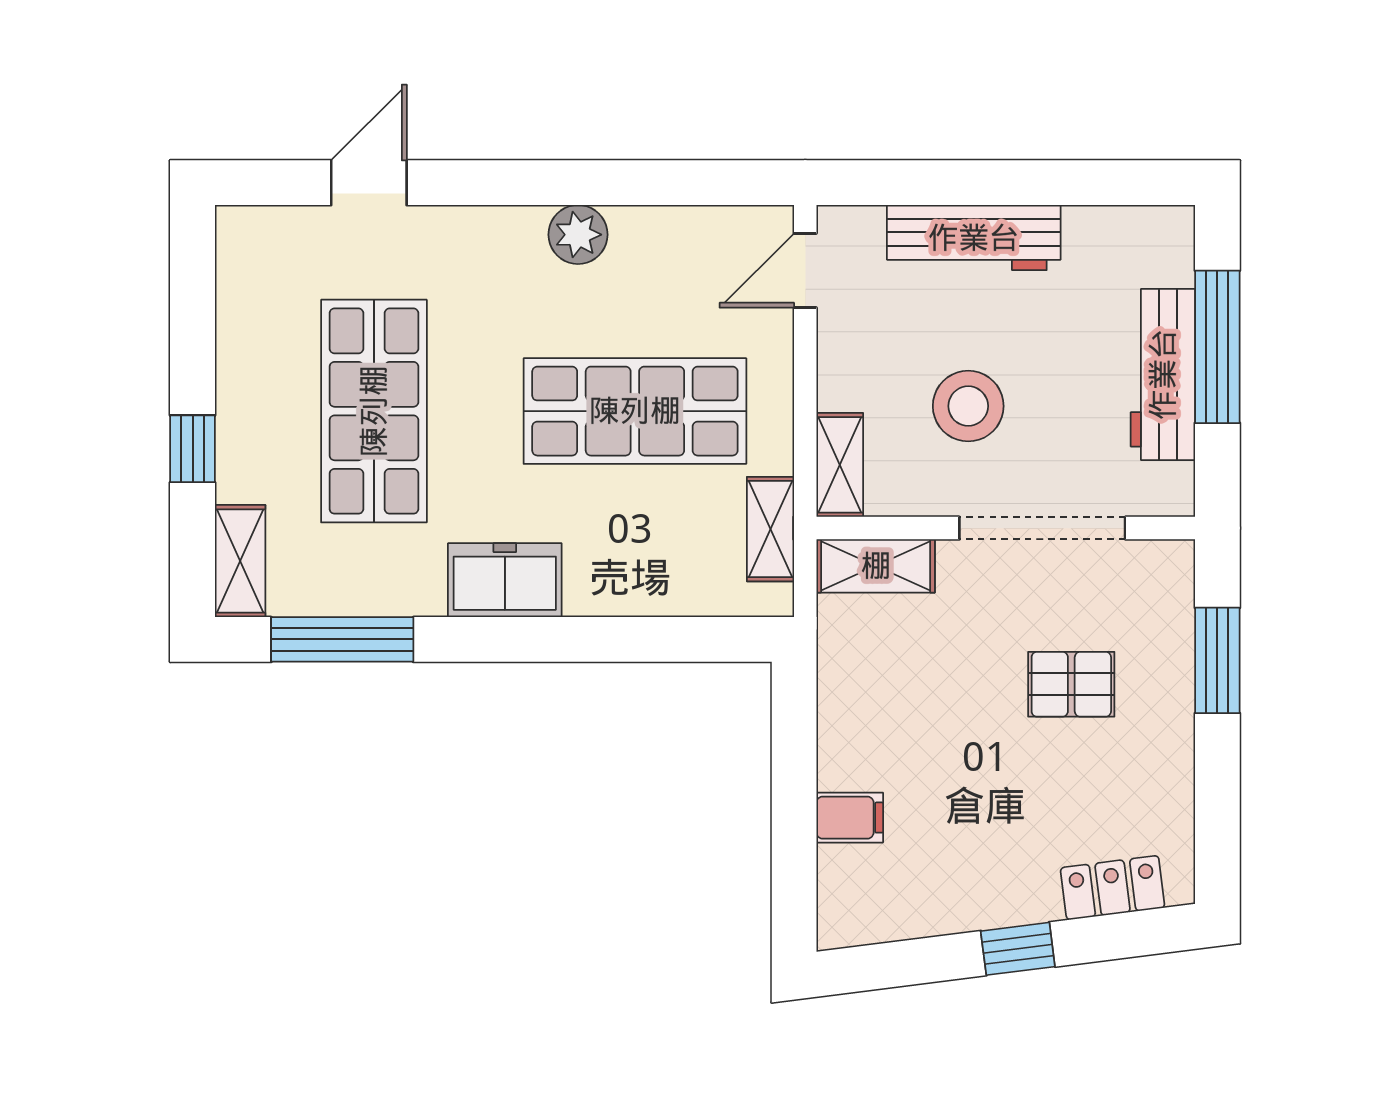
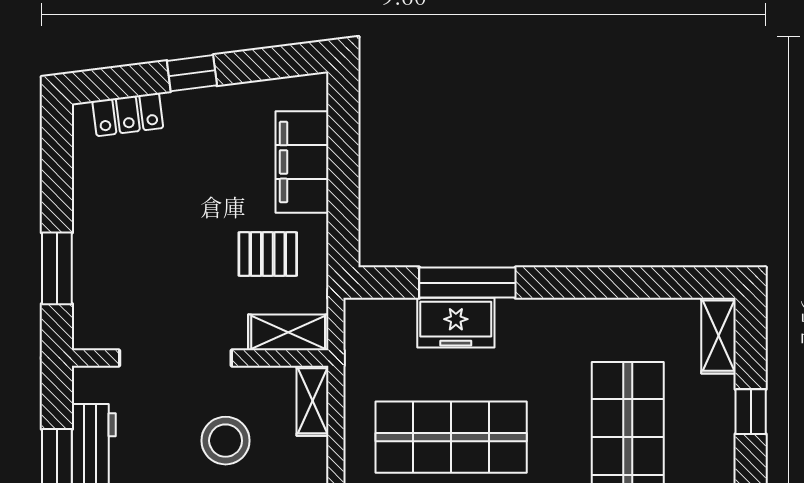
shelving: (771, 529) -> (359, 357), removed
freezer: (505, 580) -> (456, 323), moved
window: (342, 639) -> (467, 283), moved
pallet: (1071, 684) -> (268, 254), moved
filing cabinet: (850, 818) -> (302, 162), width x3.00, depth x1.17

